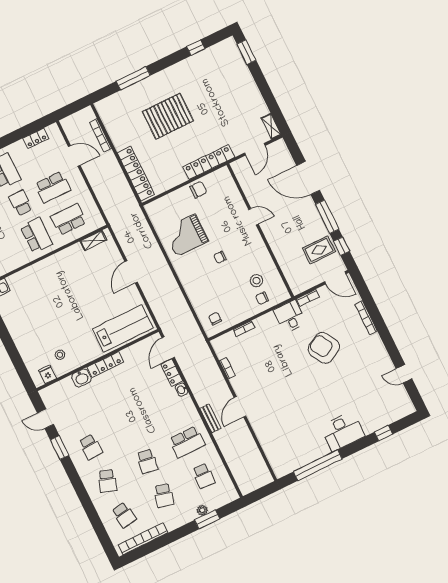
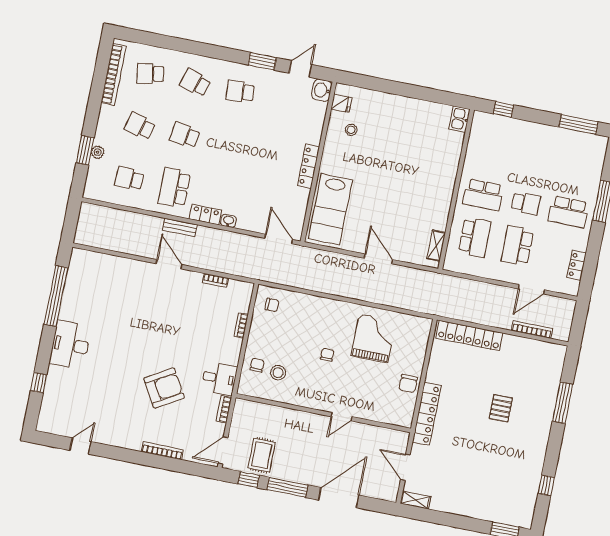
pallet: (168, 116) -> (501, 408), width x0.49, depth x0.50
locker: (172, 373) -> (206, 215), moved
washbasin: (81, 378) -> (322, 90), moved

